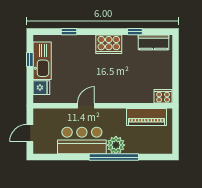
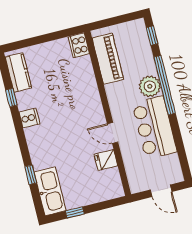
cooker: (109, 44) -> (29, 118), width x0.53, depth x0.76
kitchen sink: (42, 61) -> (50, 191), moved, turned 90
fridge: (41, 88) -> (106, 160), moved, turned -90
window: (156, 157) -> (152, 36), added

